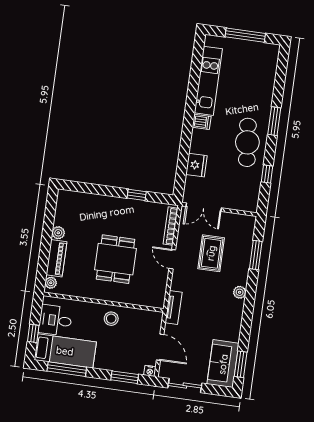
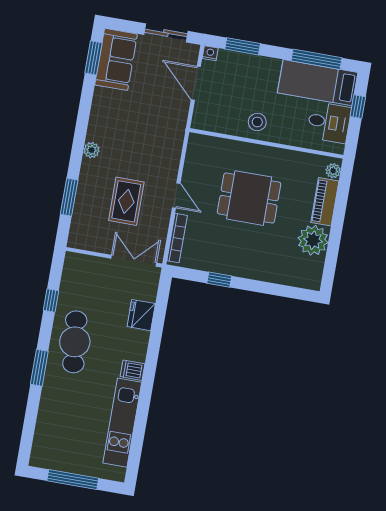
plant: (58, 233) -> (313, 240), width x1.88, depth x1.88
dining table: (116, 259) -> (249, 198), turned 90
tv unit: (174, 308) -> (177, 133), removed

